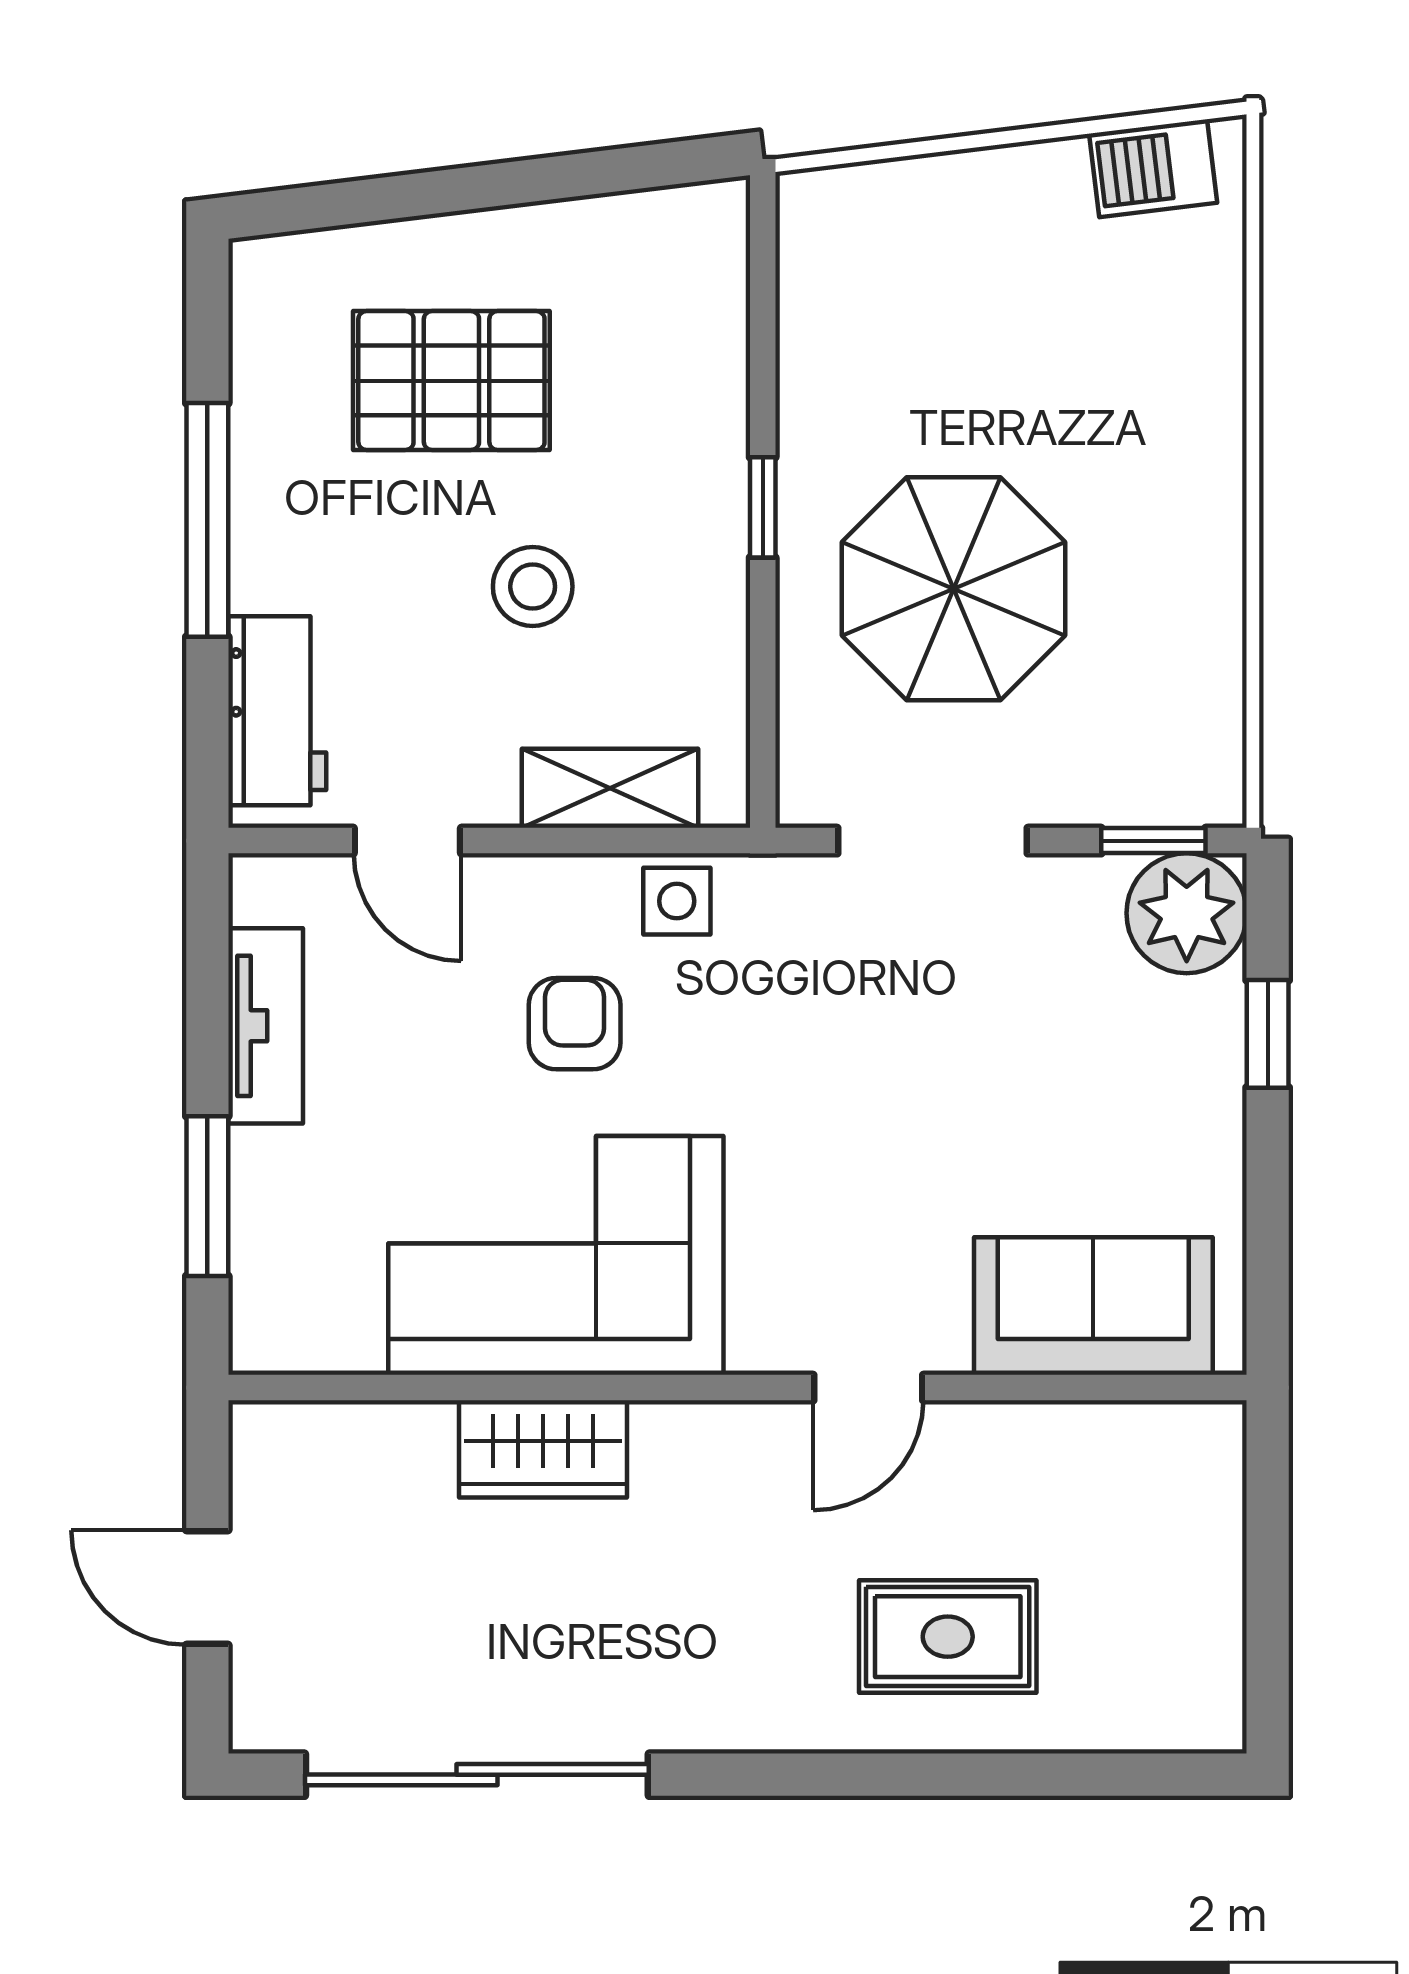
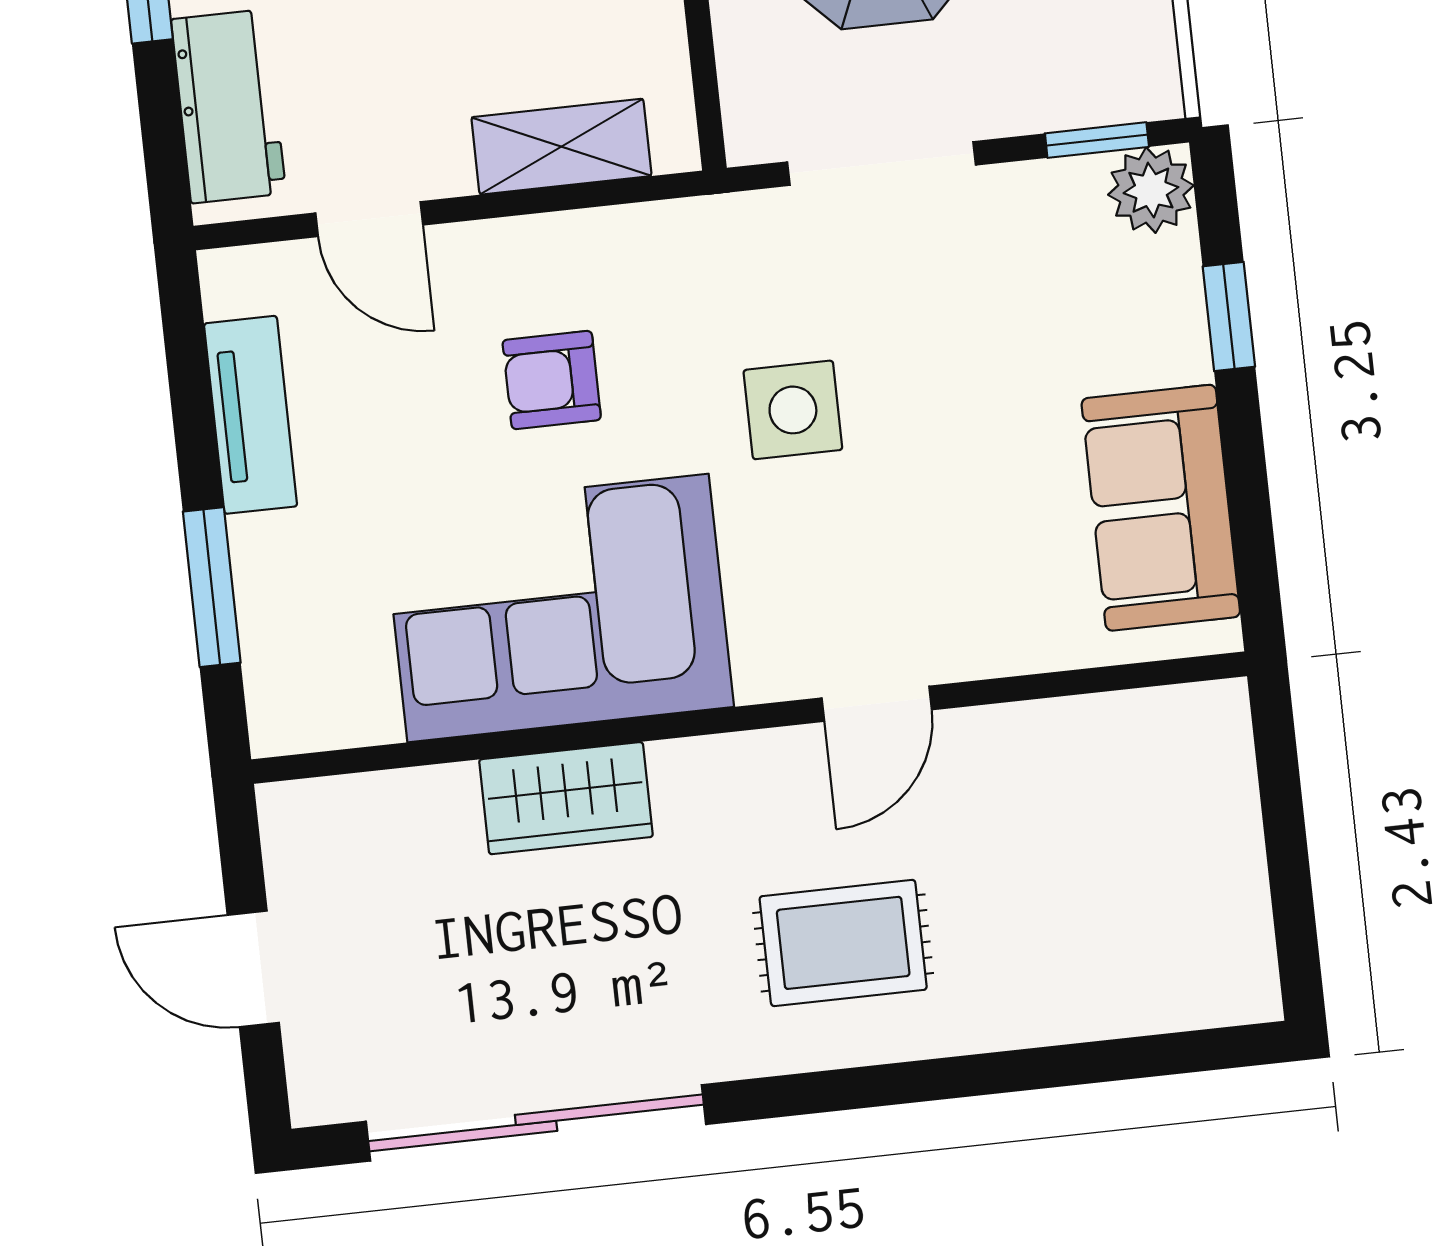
side table: (677, 901) -> (793, 410), moved, width x1.37, depth x1.37
plant: (1187, 913) -> (1151, 190), width x0.73, depth x0.73
armchair: (575, 1024) -> (552, 380), turned -90
sofa: (1093, 1306) -> (1161, 508), moved, turned -90
rug: (948, 1637) -> (843, 943), moved

